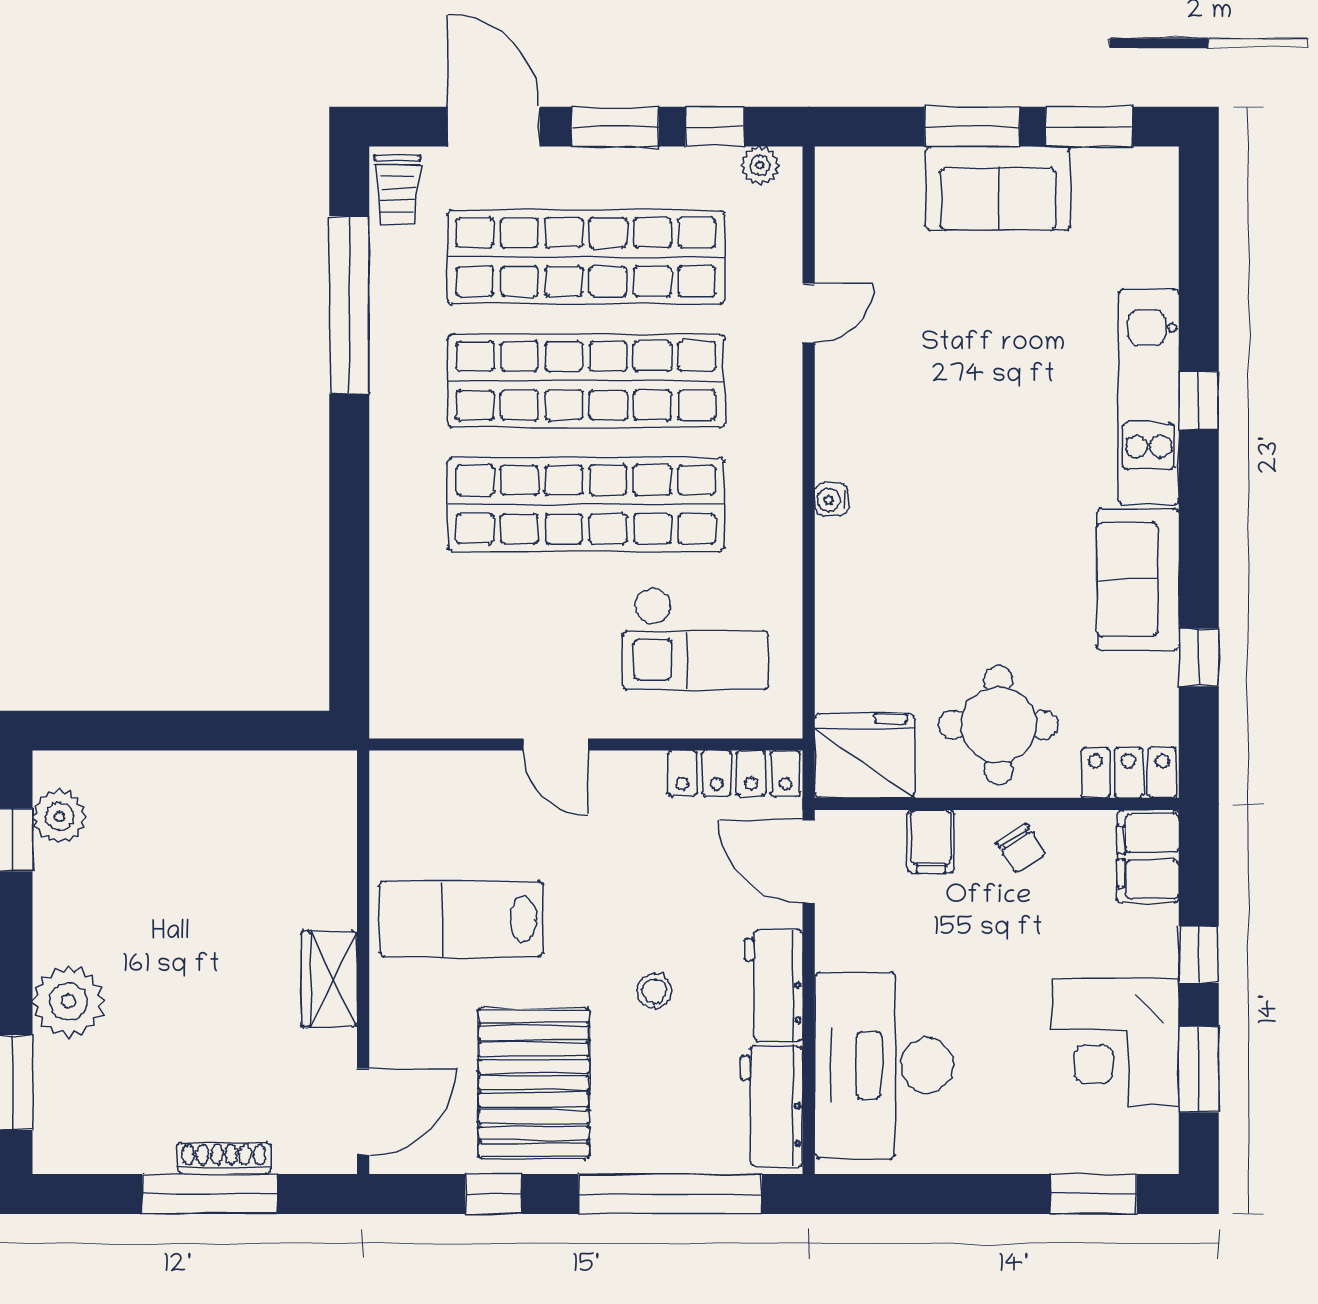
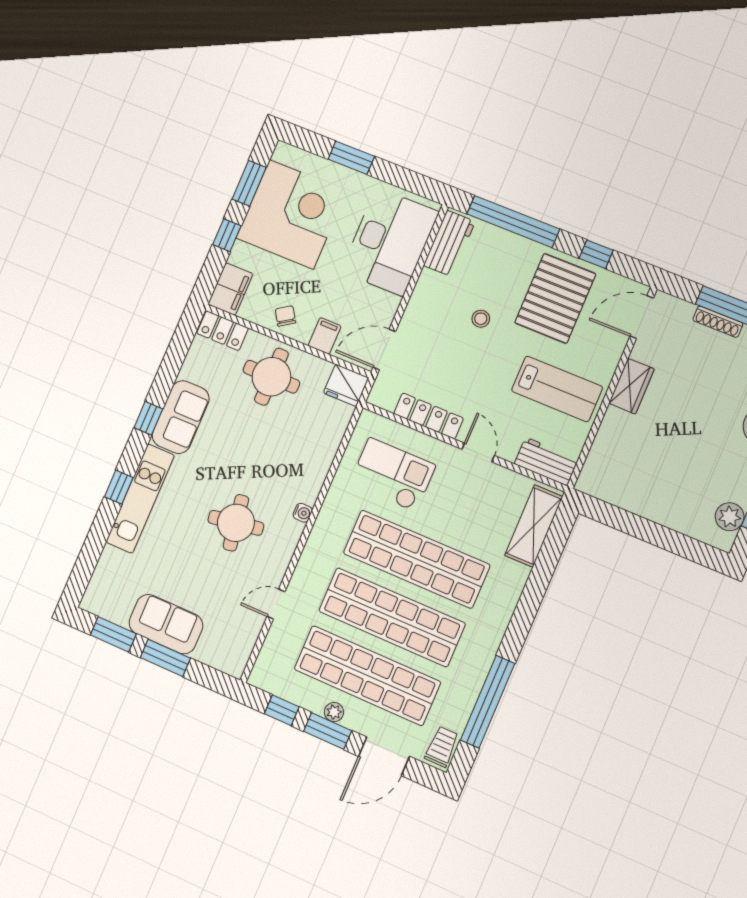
door: (494, 127) -> (384, 756), hinge flipped
plant: (760, 165) -> (334, 712), moved
round table: (948, 429) -> (236, 523), added
shelving: (399, 654) -> (534, 526), added
window: (1199, 657) -> (148, 418), moved
fridge: (865, 756) -> (346, 385), width x0.73, depth x0.75
locker: (734, 773) -> (429, 416), moved
door: (809, 862) -> (384, 349), swing flipped
workbench: (774, 986) -> (546, 461), moved, turned -90
corner desk: (1115, 1043) -> (291, 214), width x1.36, depth x1.36
window: (1093, 1194) -> (351, 158), moved

